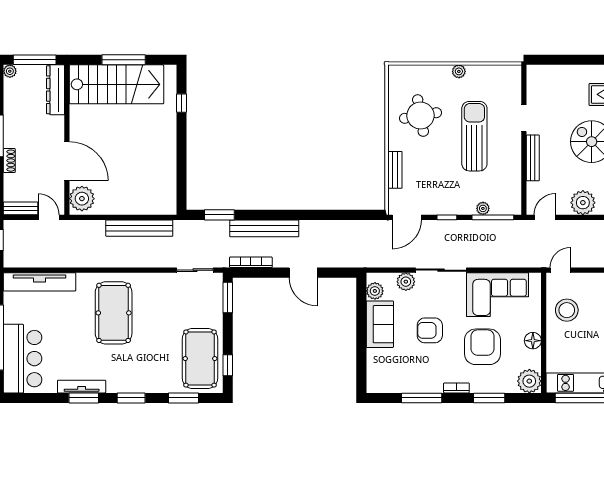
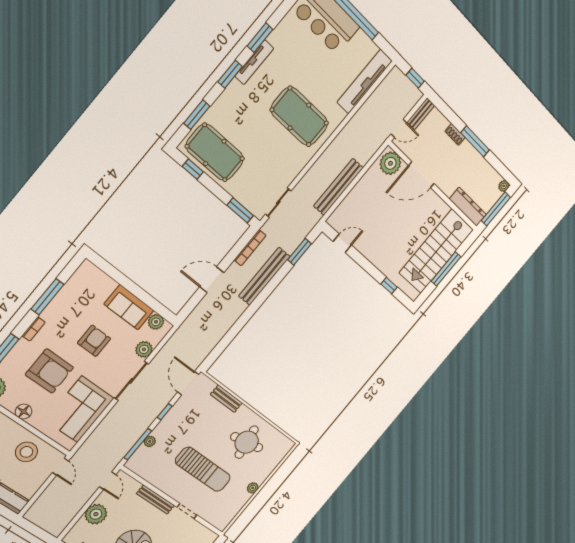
door: (182, 182) -> (342, 243), added
tv unit: (82, 387) -> (254, 62), moved

